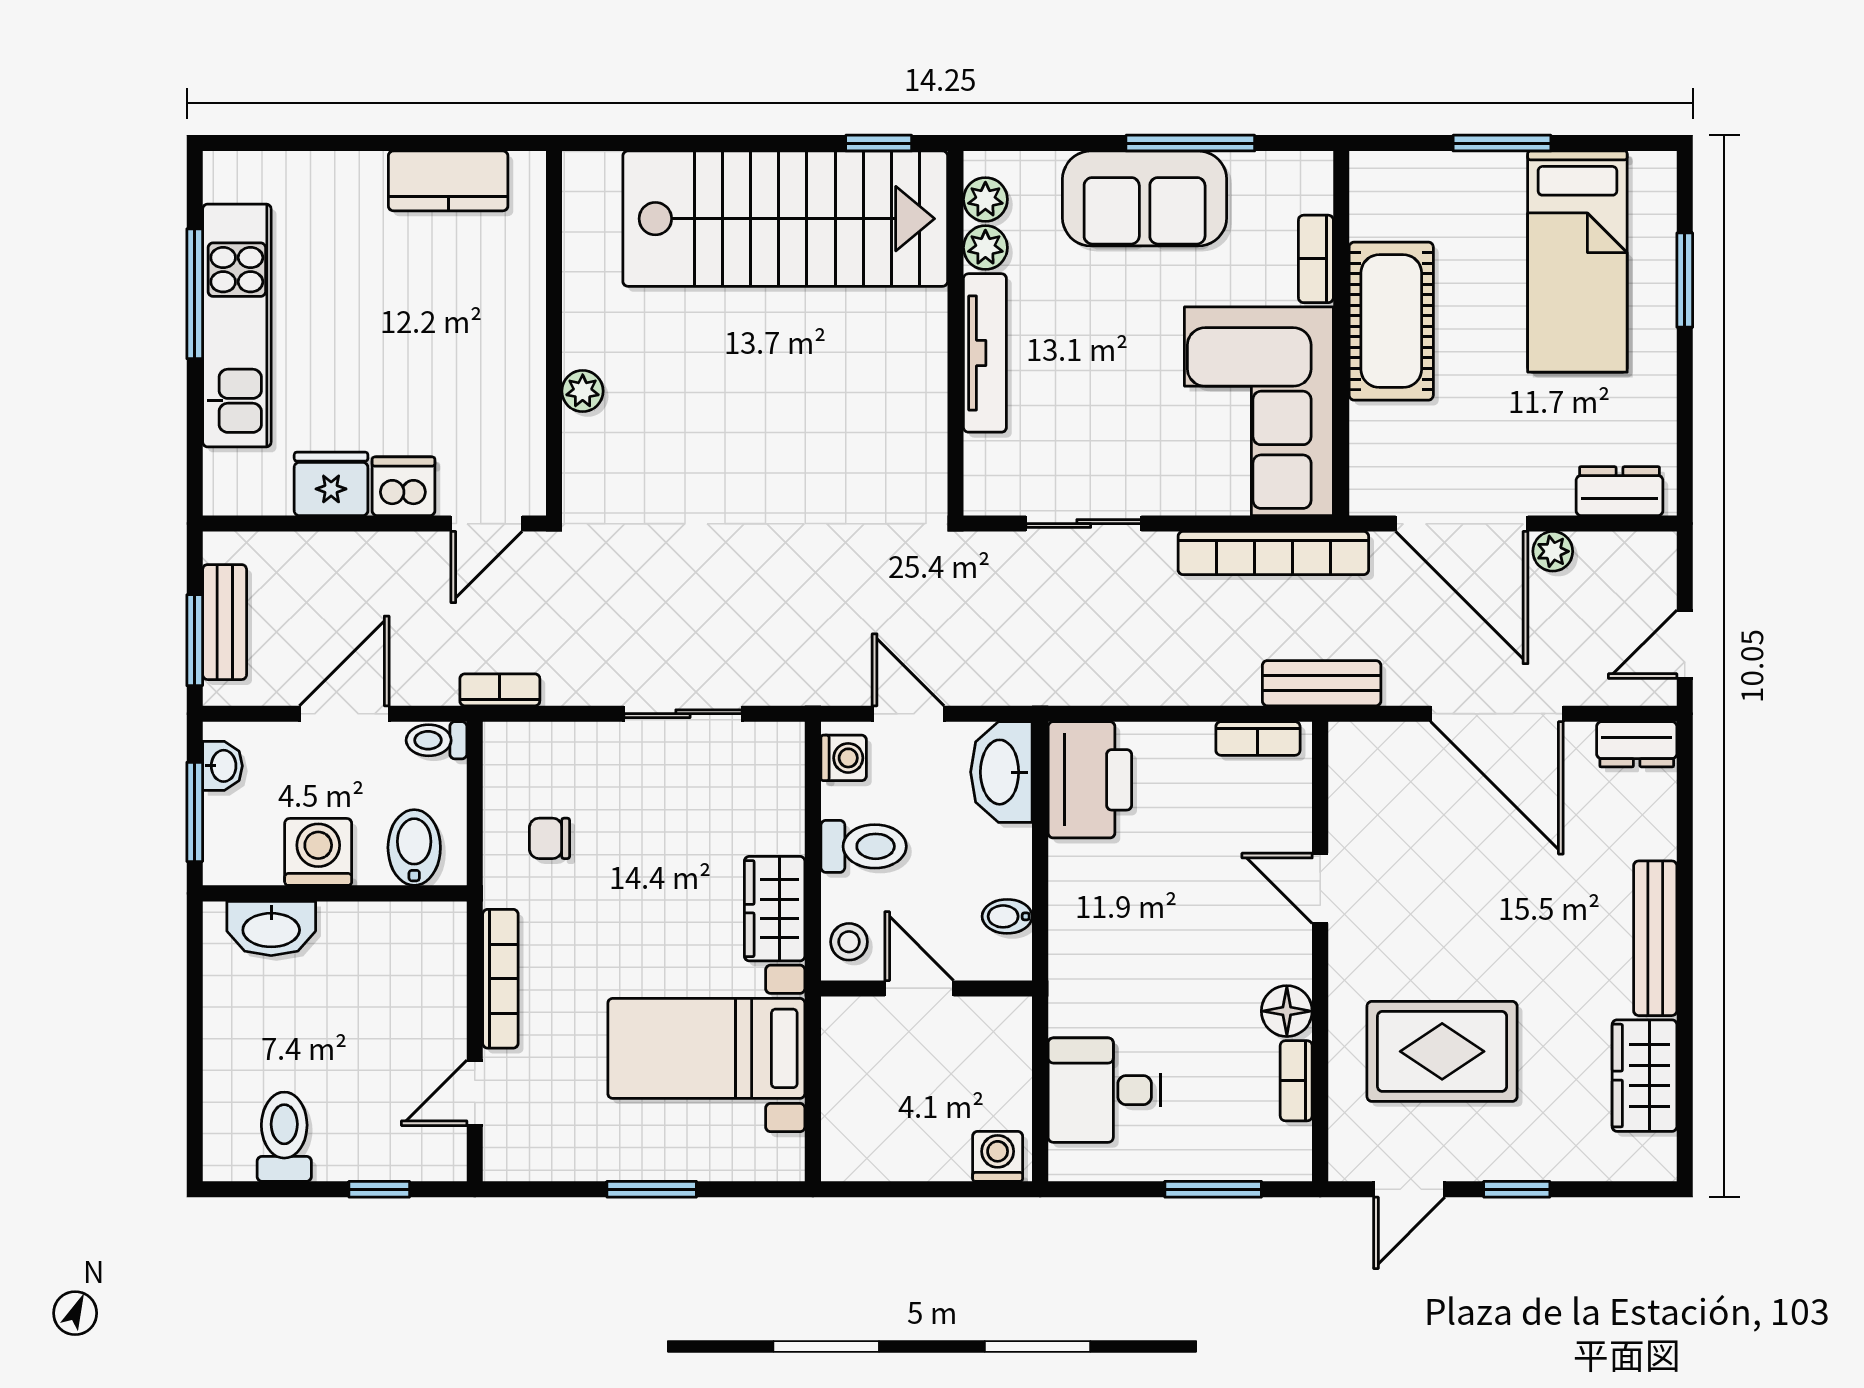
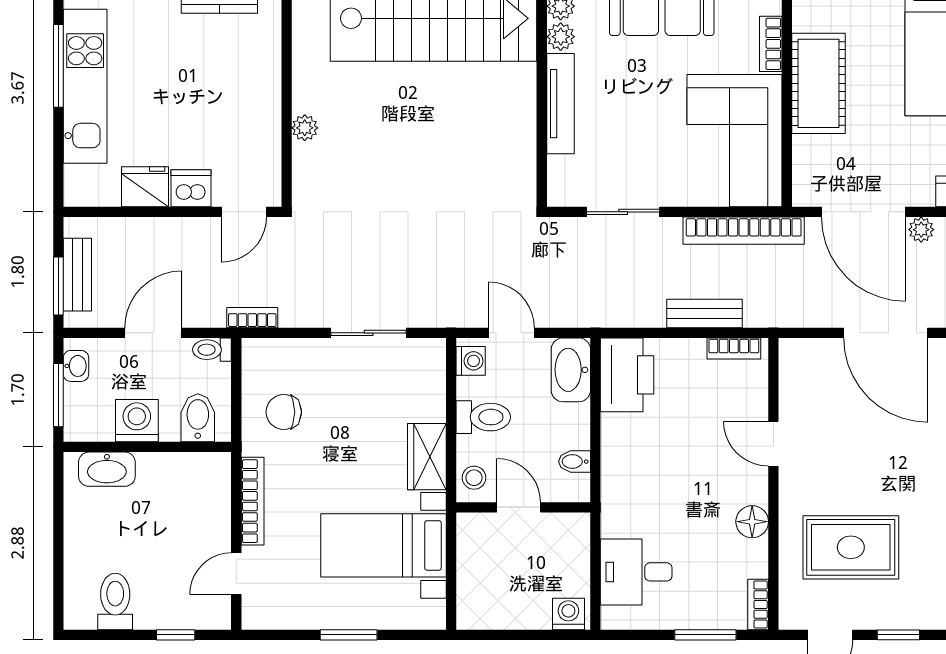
bench: (1322, 683) -> (705, 313), moved
chair: (549, 838) -> (284, 412), width x1.37, depth x1.37
bookcase: (1296, 1081) -> (758, 604), moved

